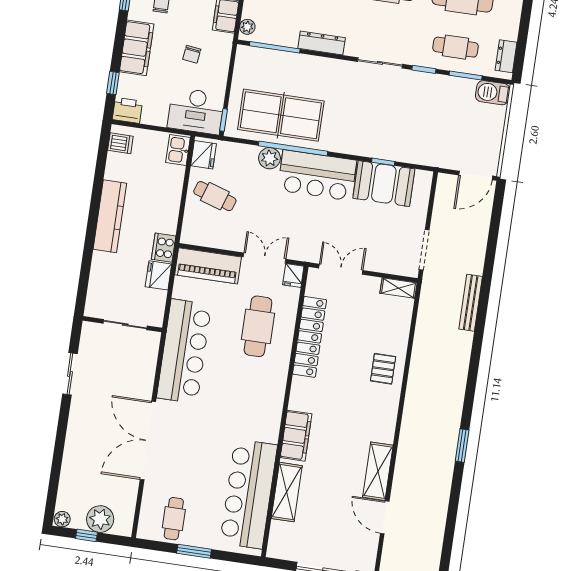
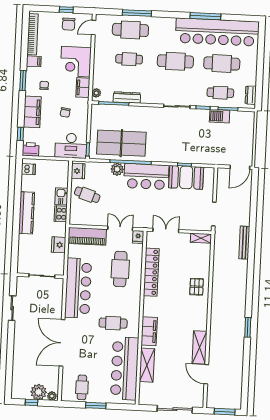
dresser: (322, 43) -> (127, 97), moved
barbecue: (493, 93) -> (220, 116), moved
kitchen sink: (178, 150) -> (61, 196), moved
cooker: (164, 248) -> (61, 214), moved
cafe table: (237, 416) -> (113, 323), added
plant: (62, 519) -> (52, 396), moved

